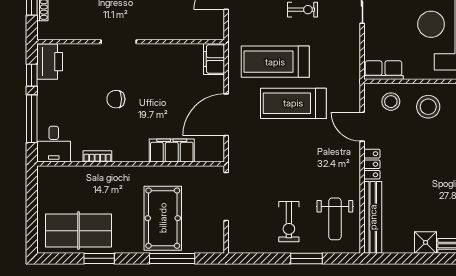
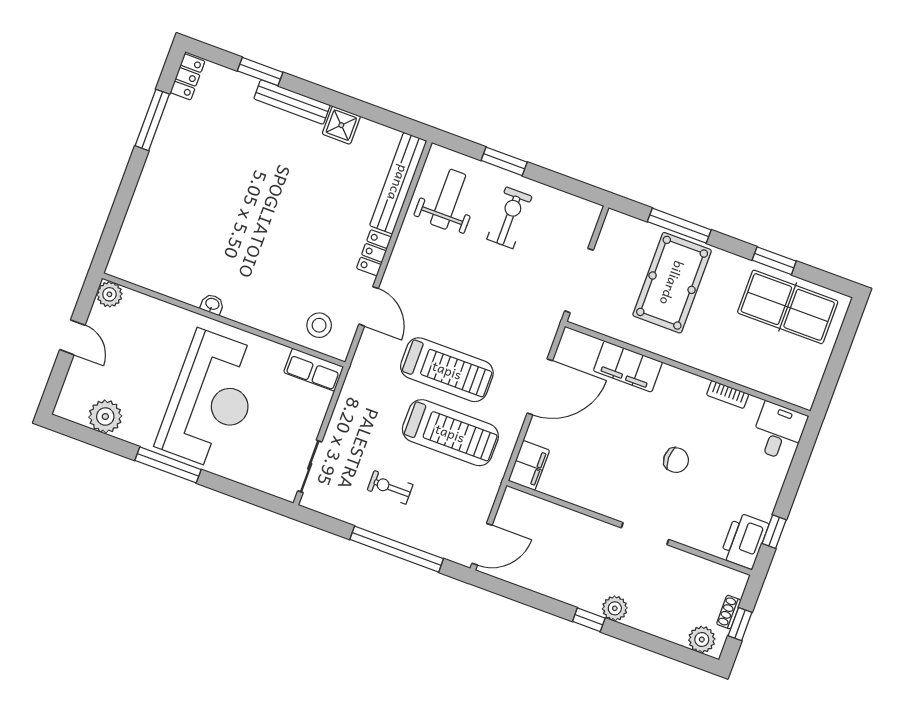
stool: (428, 107) -> (273, 301), removed
window: (32, 119) -> (795, 475), removed

